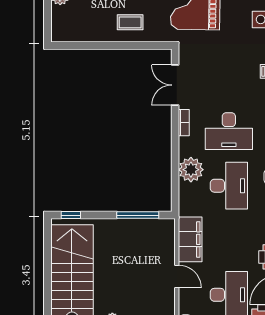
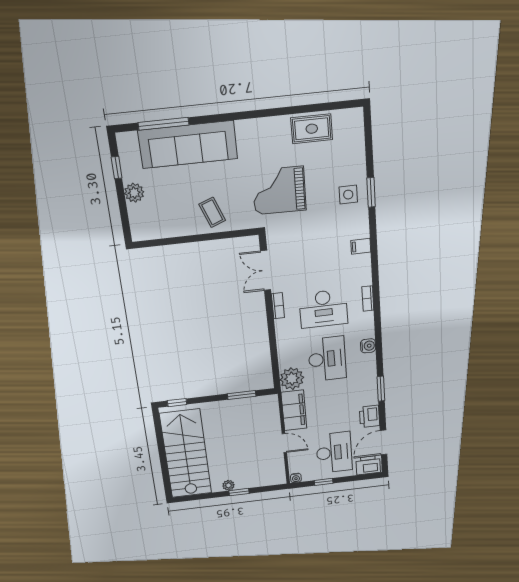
coffee table: (130, 22) -> (212, 212), turned 69
plant: (191, 170) -> (292, 379), moved
window: (138, 215) -> (242, 395), width x0.69

